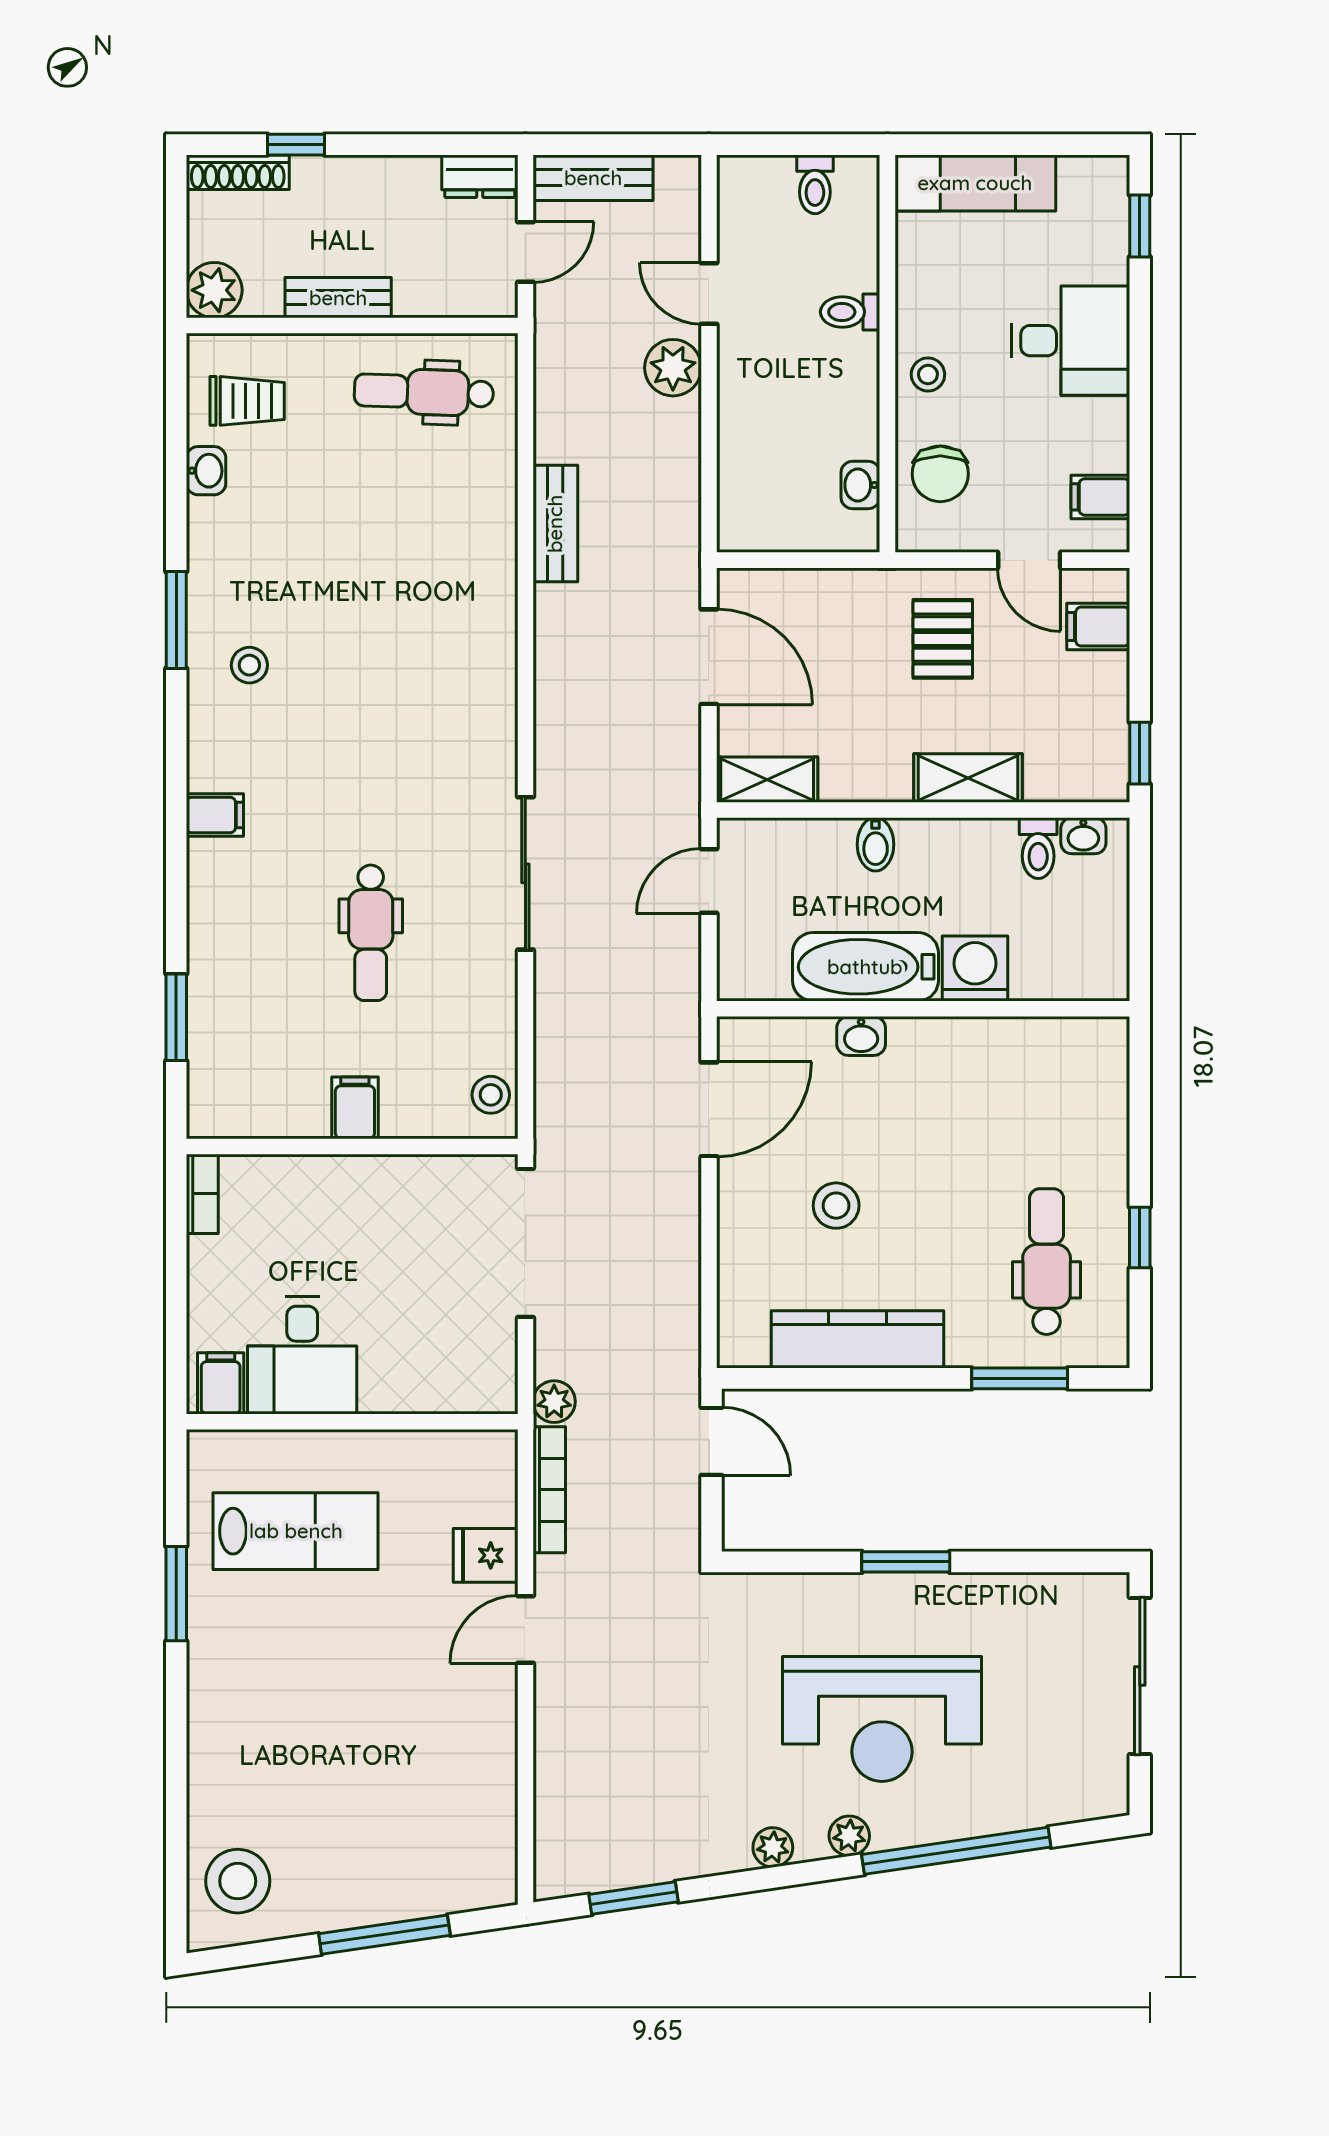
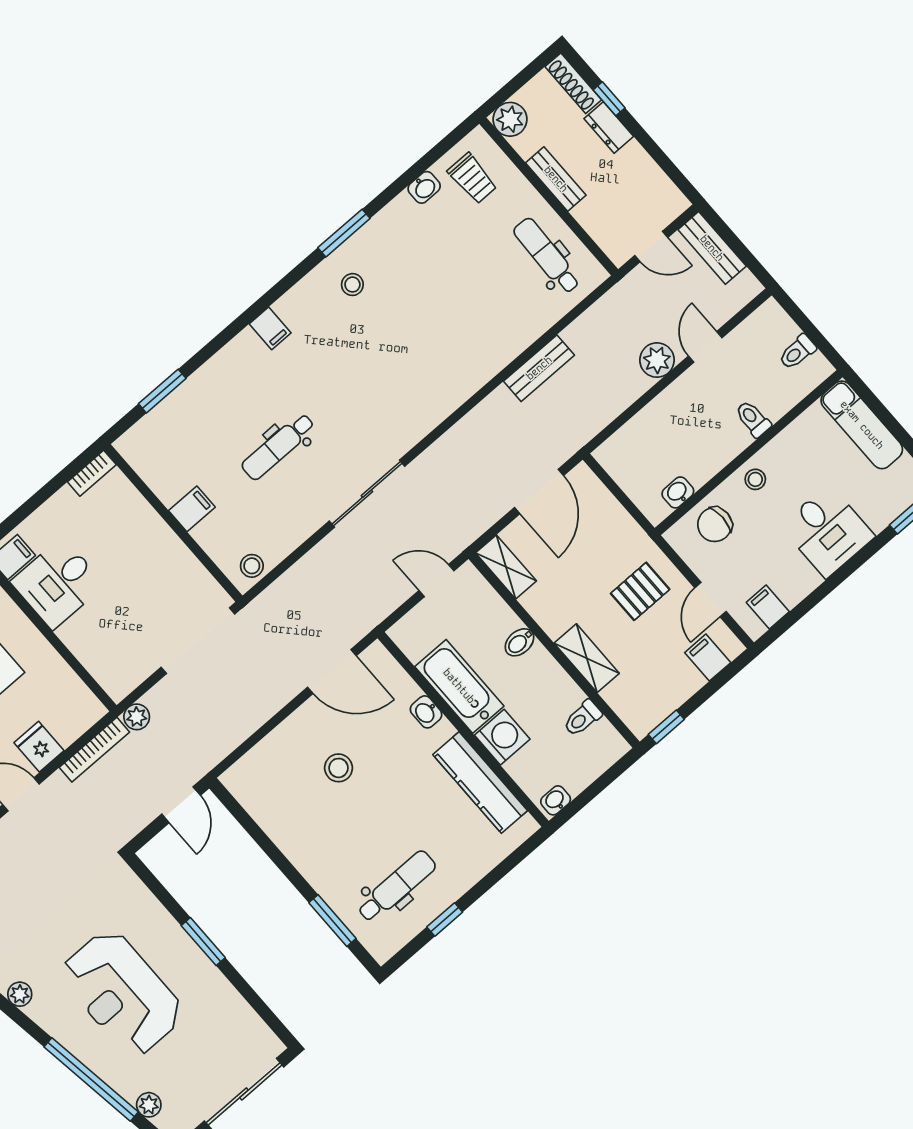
dresser: (480, 176) -> (609, 128), moved
washbasin: (1083, 836) -> (556, 800), moved, turned 90
kitchen counter: (858, 1339) -> (480, 783), moved, turned 180
plant: (849, 1836) -> (149, 1105), moved

